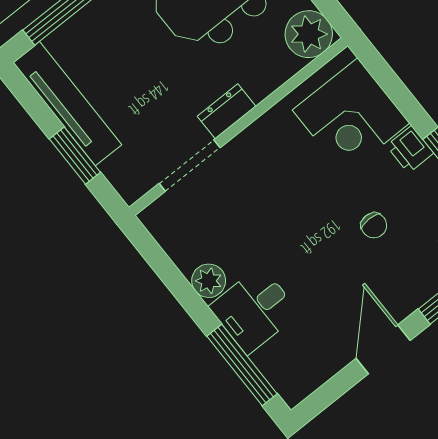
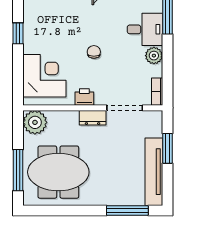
printer: (410, 149) -> (84, 97), moved, turned -90
chair: (374, 225) -> (94, 52), moved
bookcase: (160, 230) -> (157, 92), added

